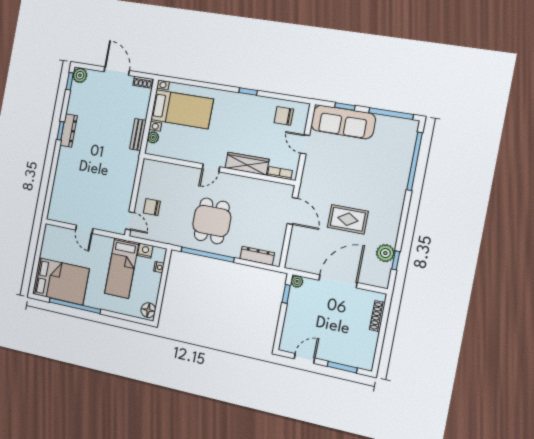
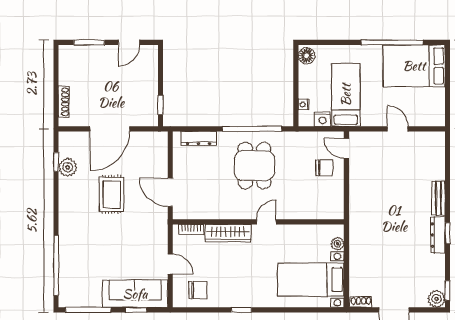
bench: (138, 135) -> (438, 198), moved
rug: (348, 219) -> (112, 194), turned 90
plant: (297, 281) -> (152, 120), removed

